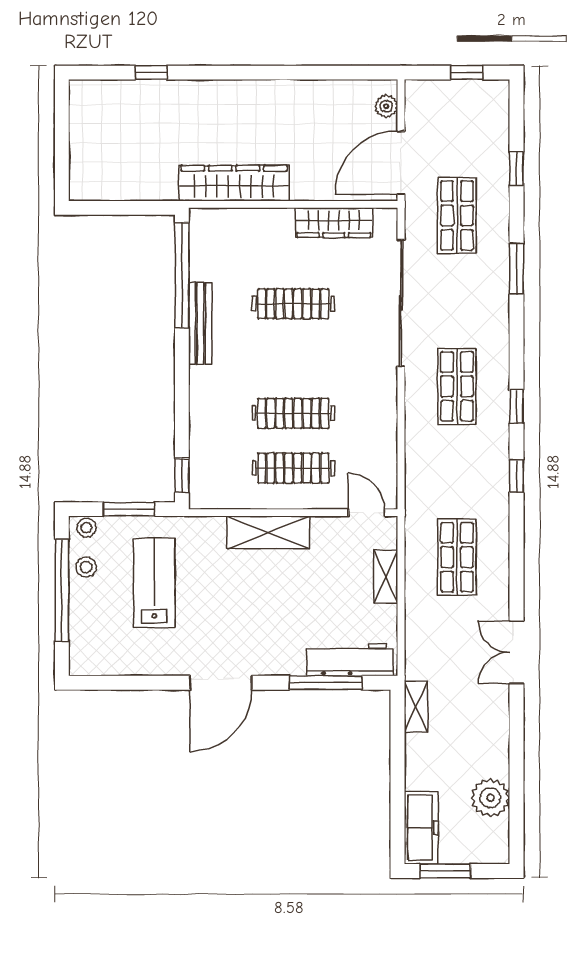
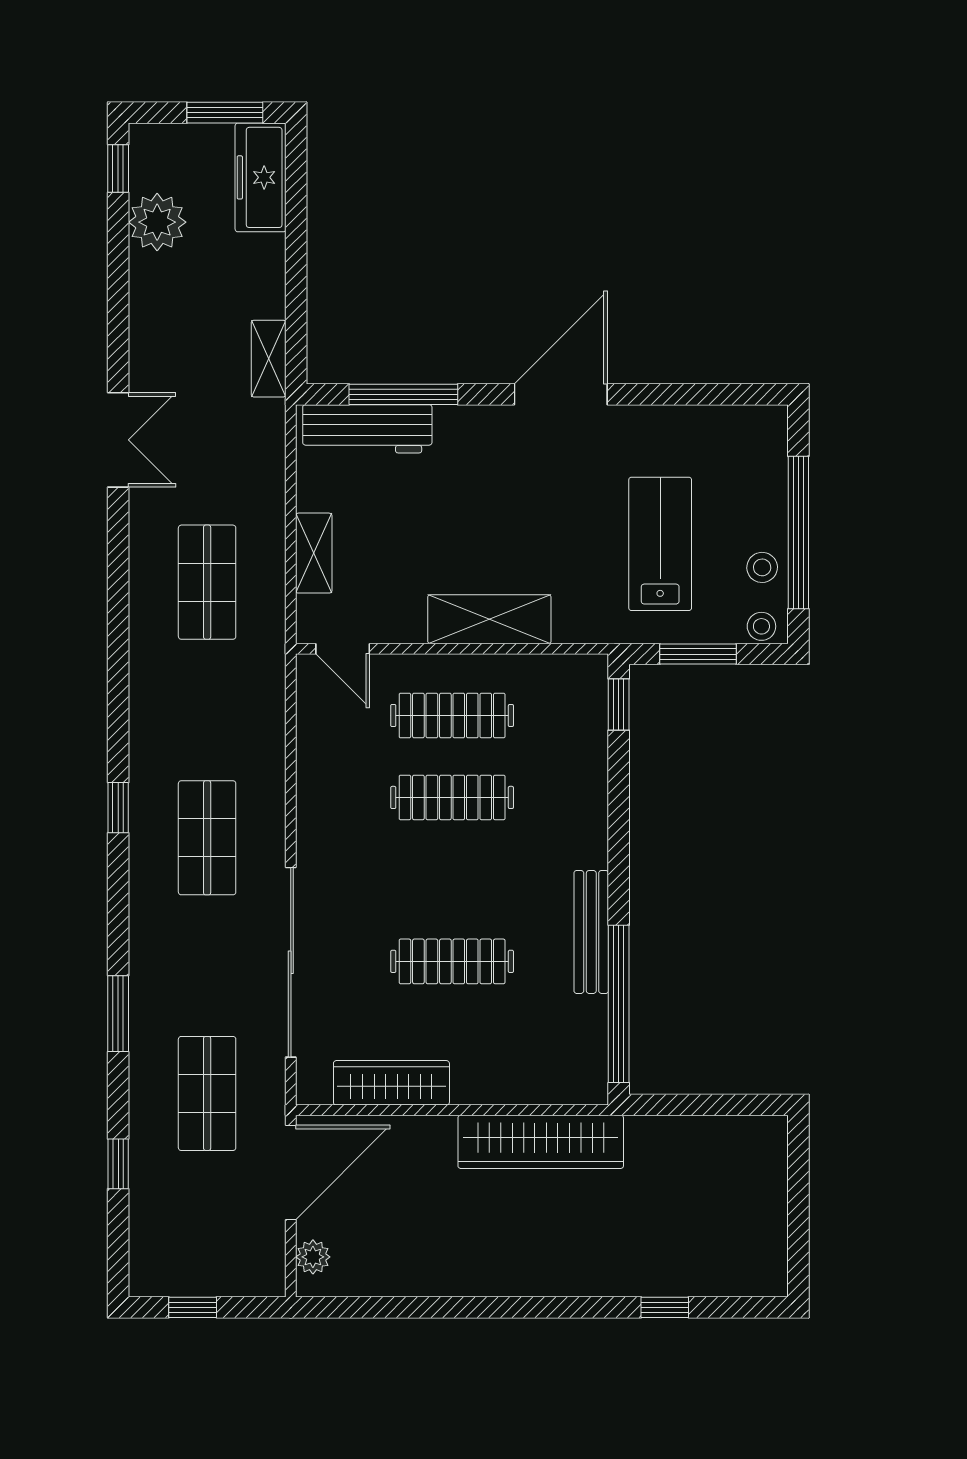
window: (516, 476) -> (118, 169), moved
lab bench: (154, 583) -> (660, 544), turned 180

